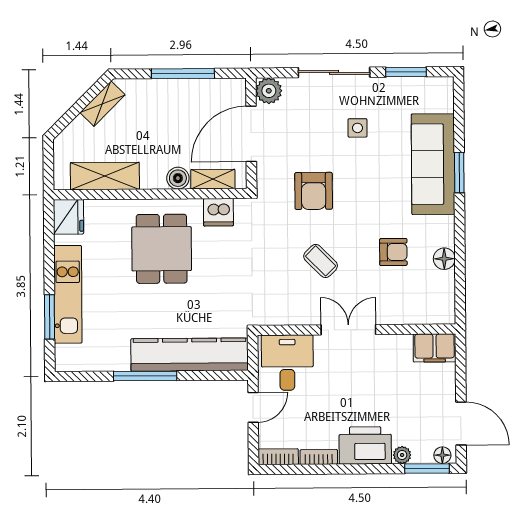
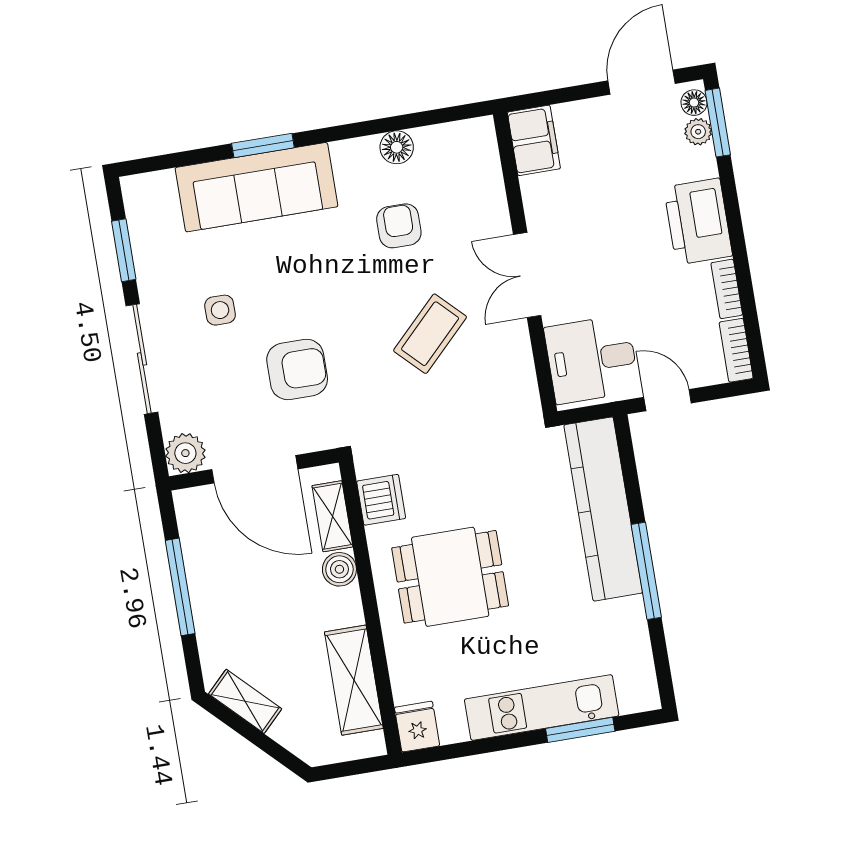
armchair: (314, 191) -> (297, 369), moved
fridge: (68, 217) -> (417, 727), width x0.72
coffee table: (321, 261) -> (430, 334), width x1.36, depth x1.30
plant: (402, 455) -> (698, 132), moved

